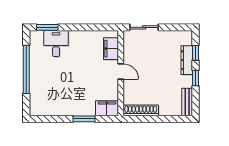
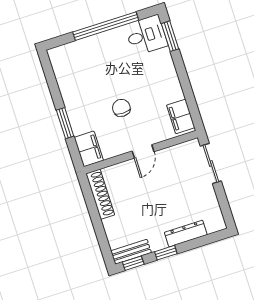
desk: (56, 44) -> (146, 35), moved
filing cabinet: (111, 49) -> (181, 116), moved, turned -90
window: (196, 53) -> (133, 263), moved
chair: (86, 77) -> (121, 108), added

